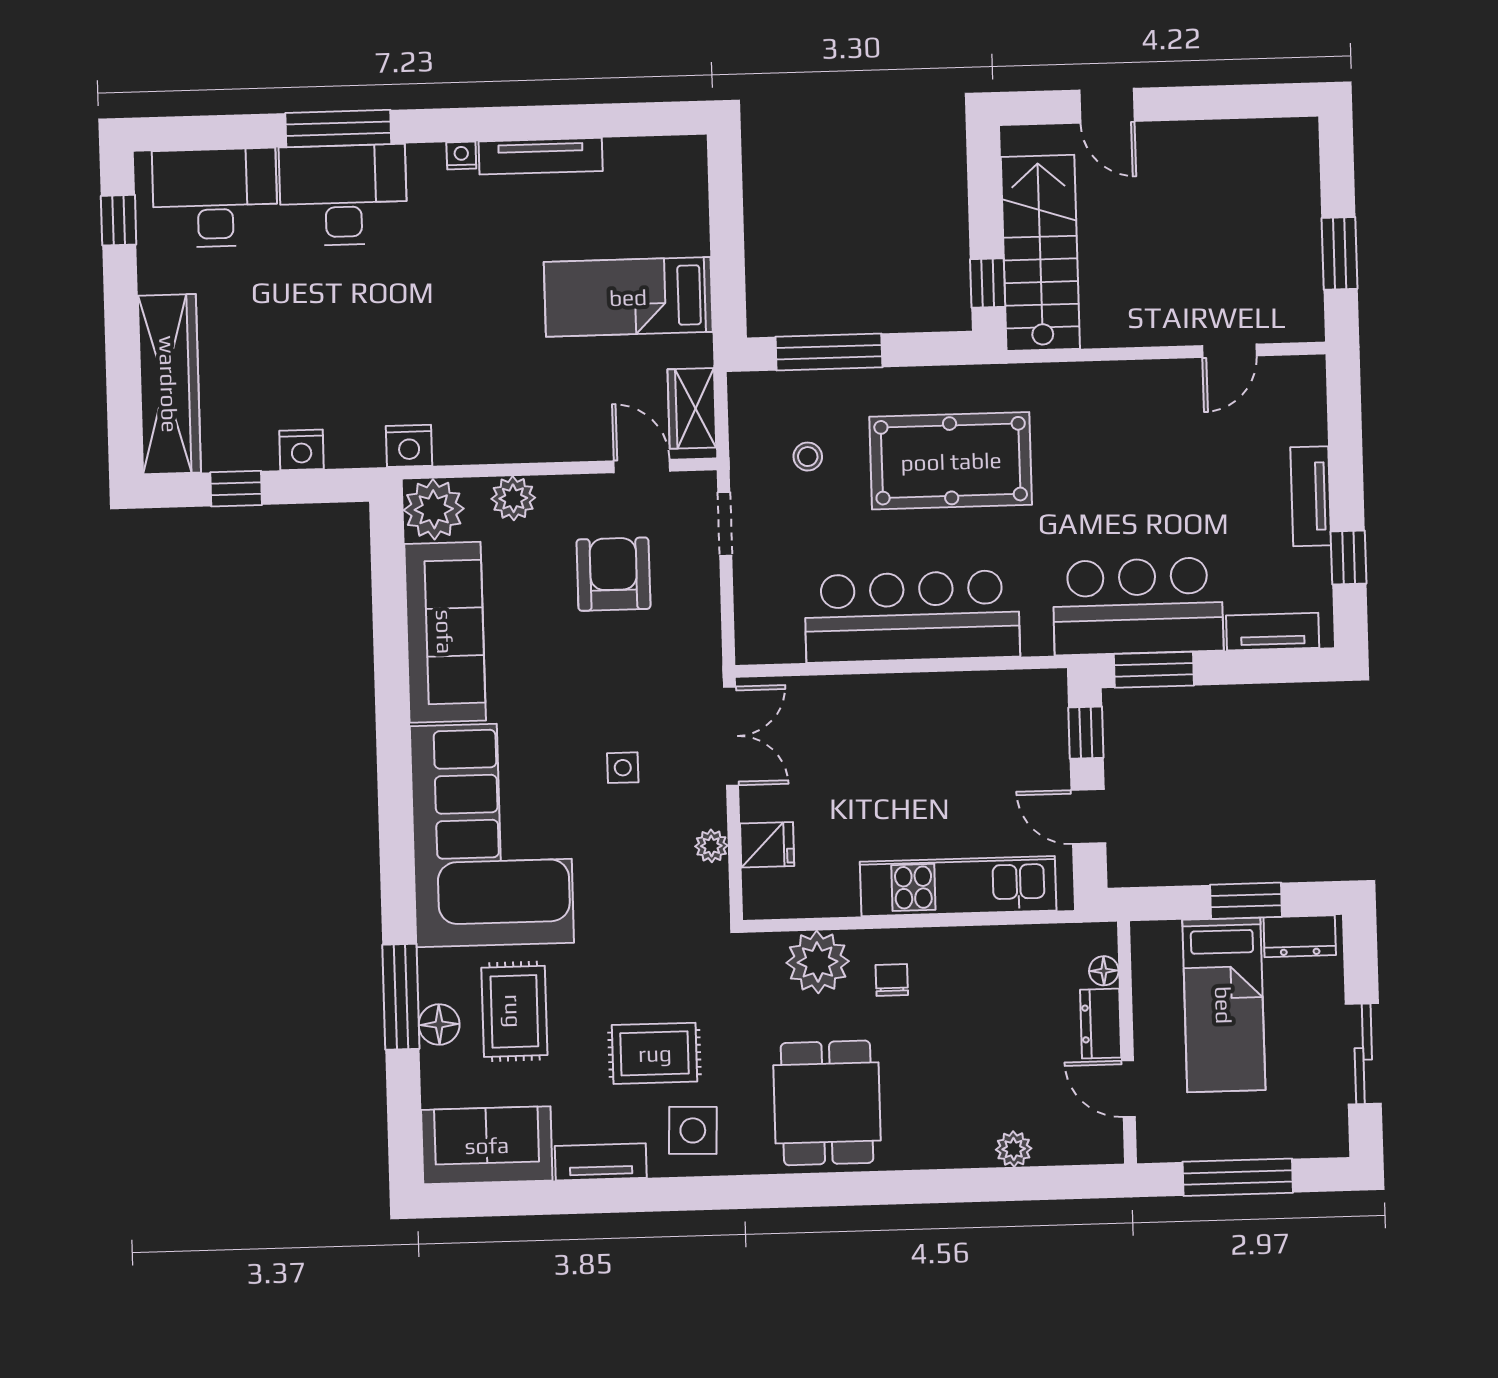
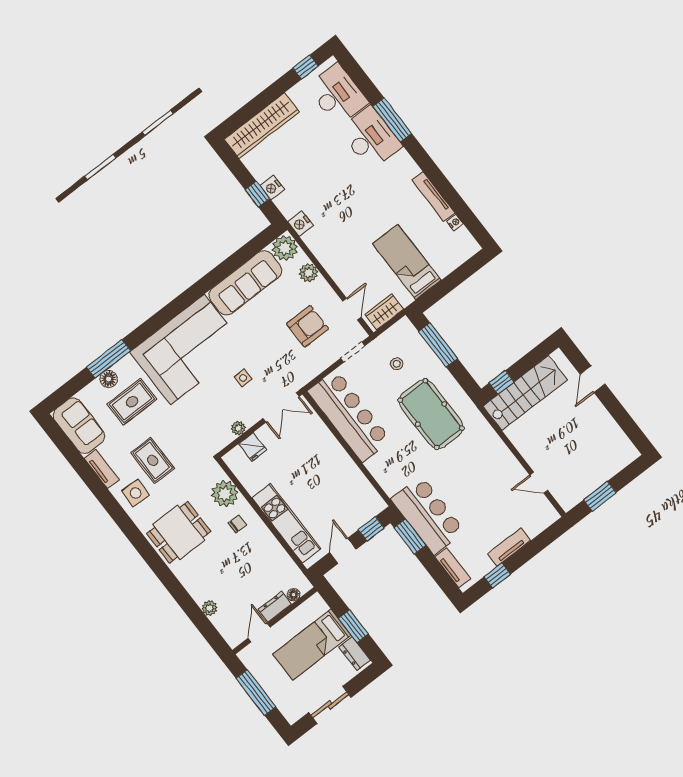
nightstand: (461, 156) -> (455, 222), moved
window: (236, 489) -> (257, 194), moved
bar counter: (912, 616) -> (349, 416), moved

